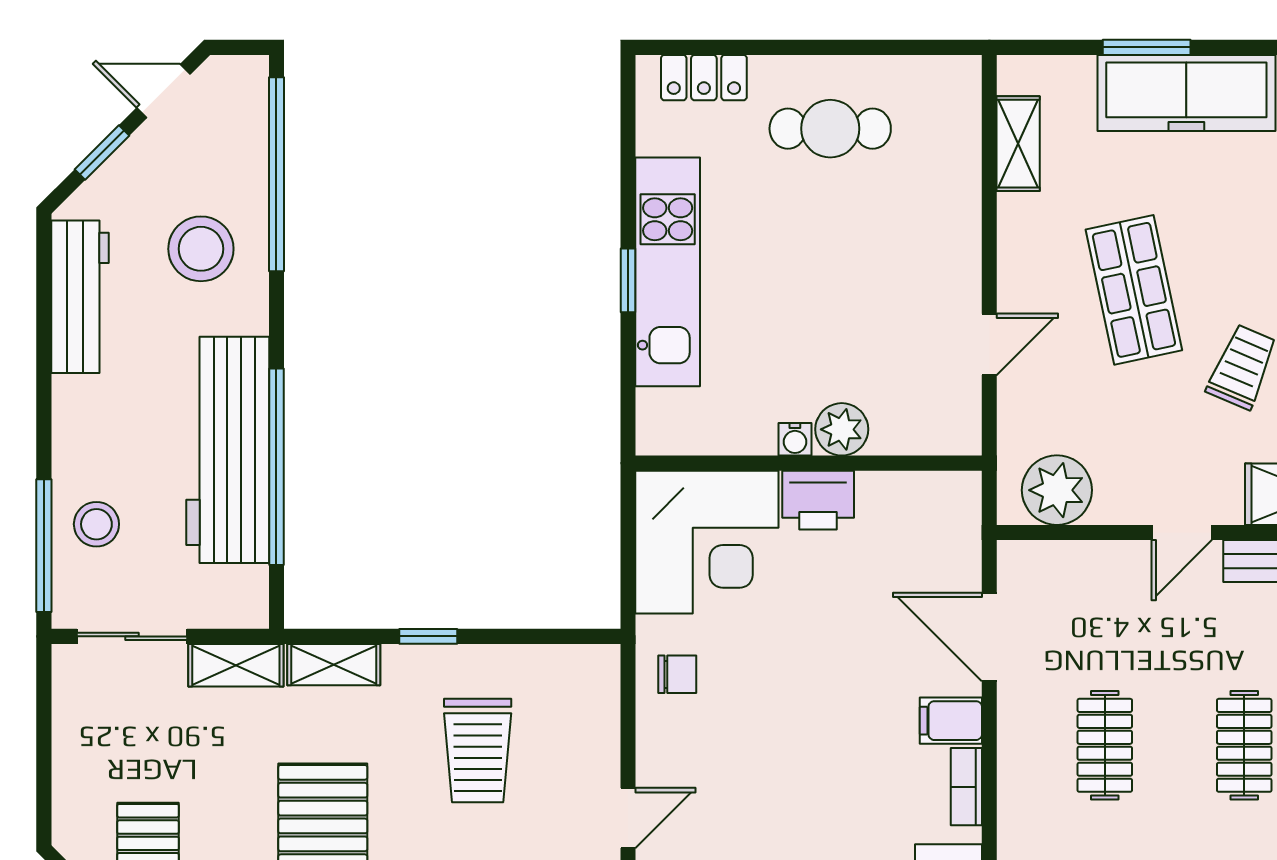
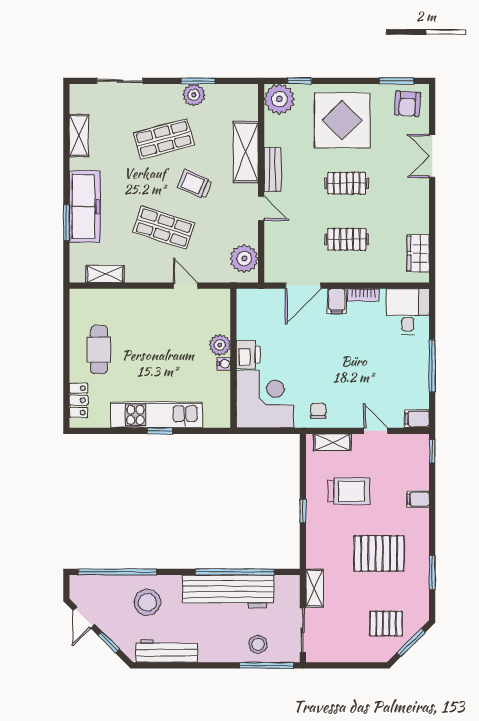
shop shelf: (1134, 290) -> (164, 228), turned 30
shelving: (334, 665) -> (332, 442), moved, turned 90

